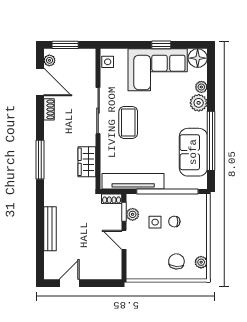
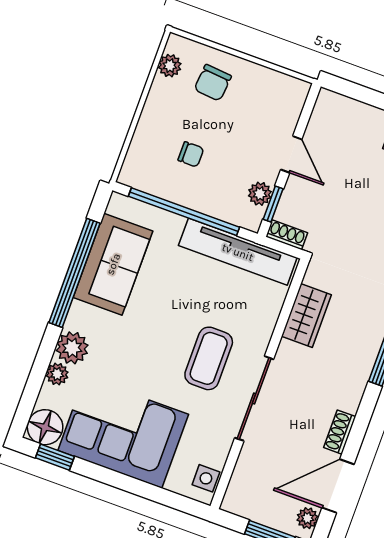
window: (161, 45) -> (55, 457), moved
door: (40, 82) -> (338, 486), hinge flipped
side table: (155, 222) -> (225, 166), removed

